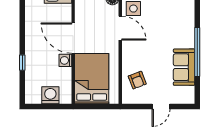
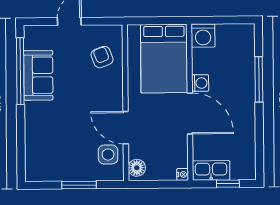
window: (197, 52) -> (20, 71), moved
window: (22, 63) -> (259, 79), width x2.17
washing machine: (50, 95) -> (203, 36), moved

